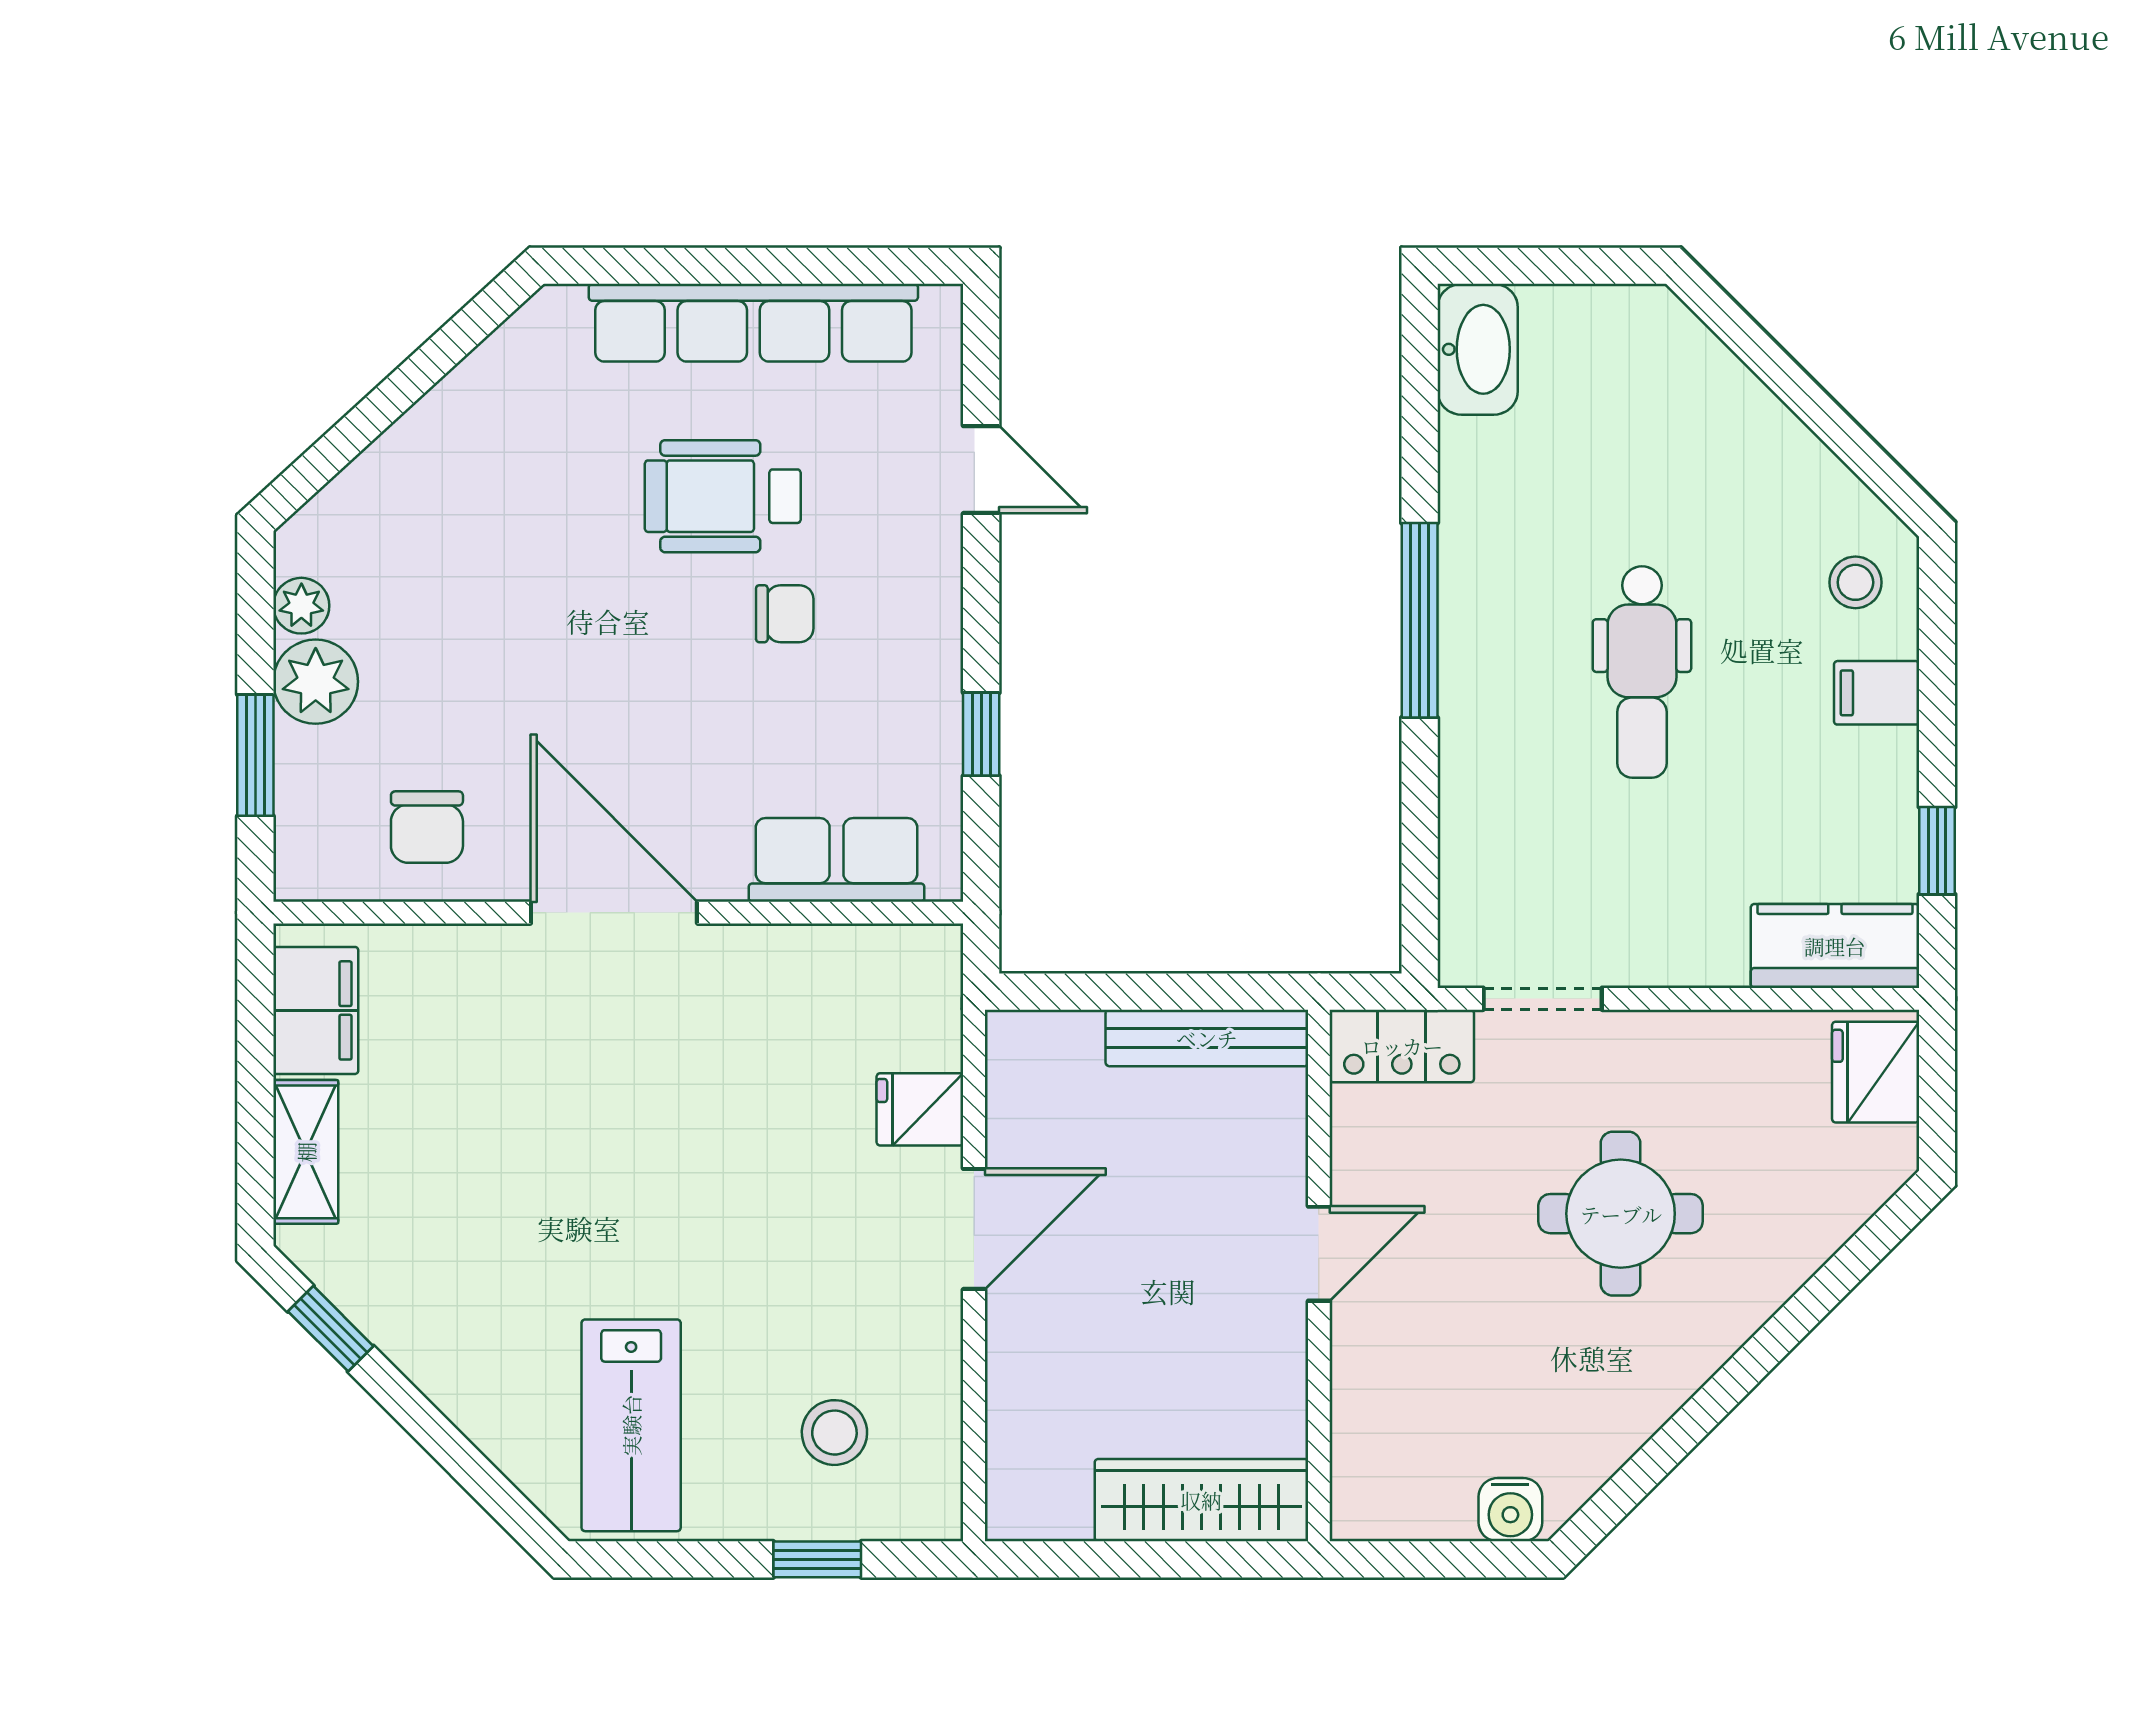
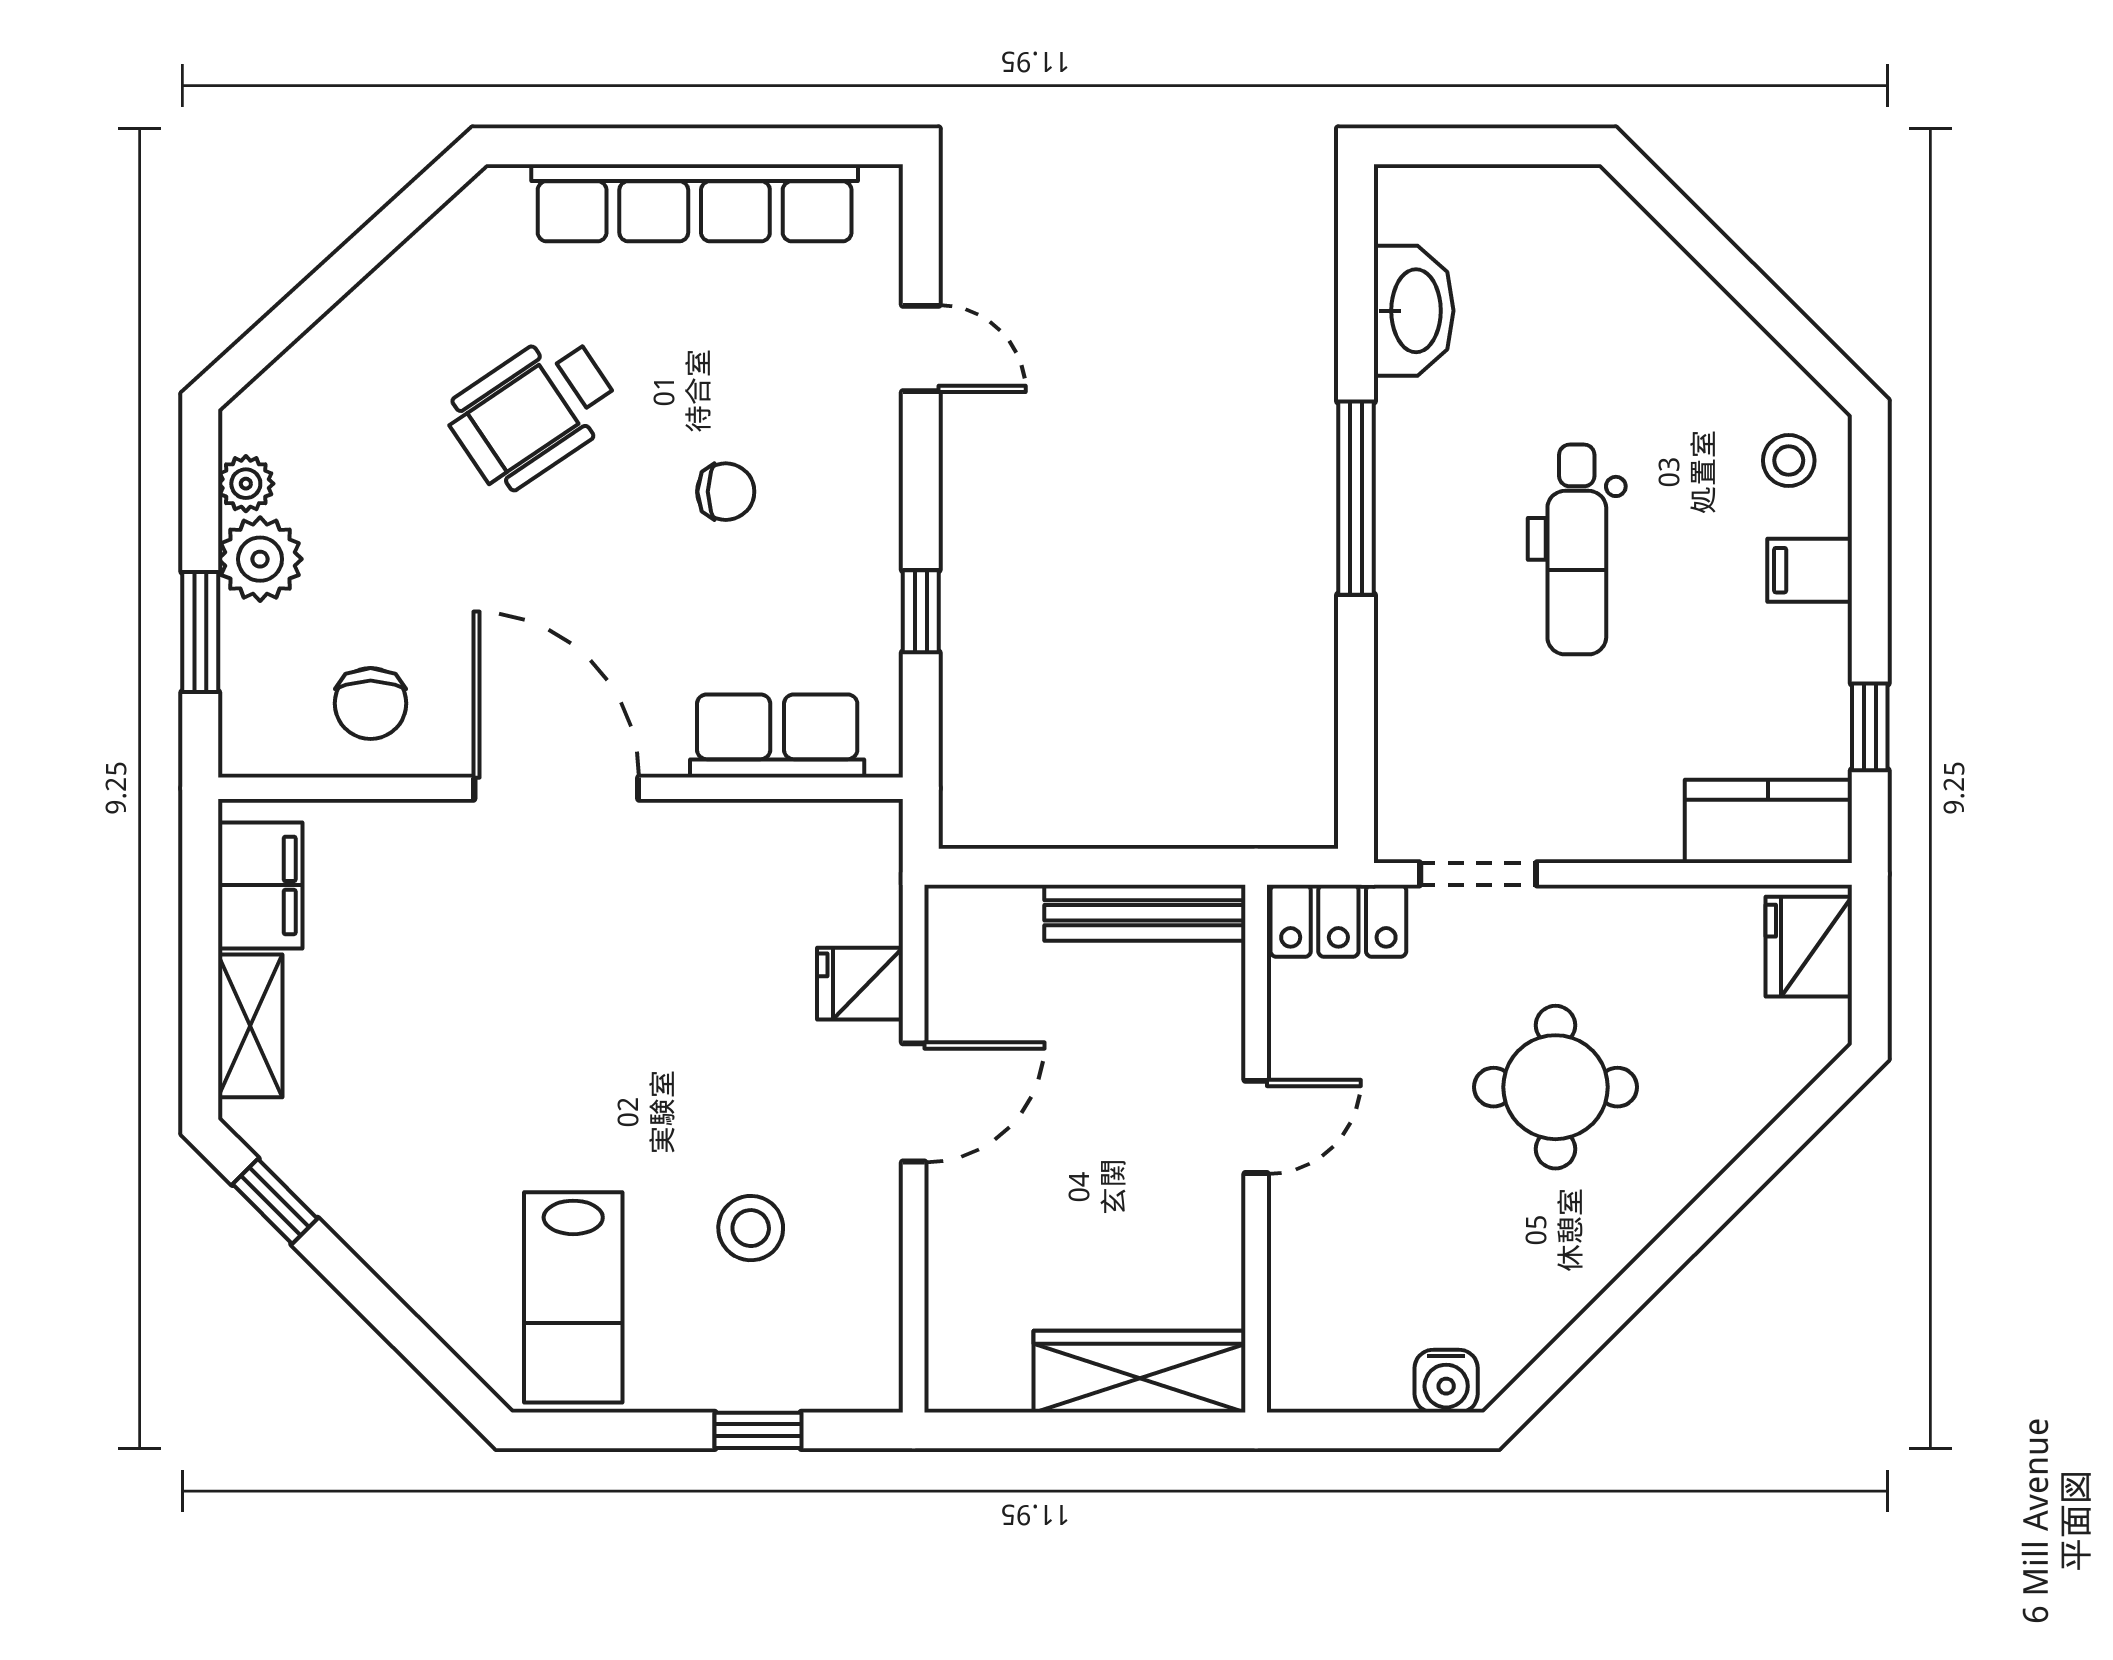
washbasin: (1478, 349) -> (1414, 311), moved
wheelchair: (723, 496) -> (533, 412), moved, turned -34
stool: (834, 1433) -> (751, 1228), moved

